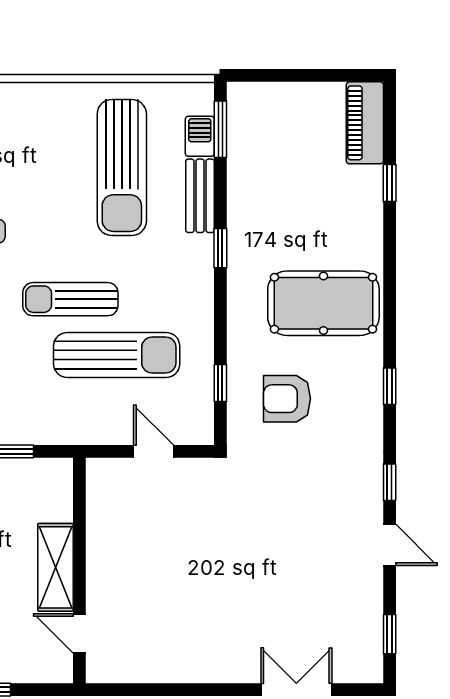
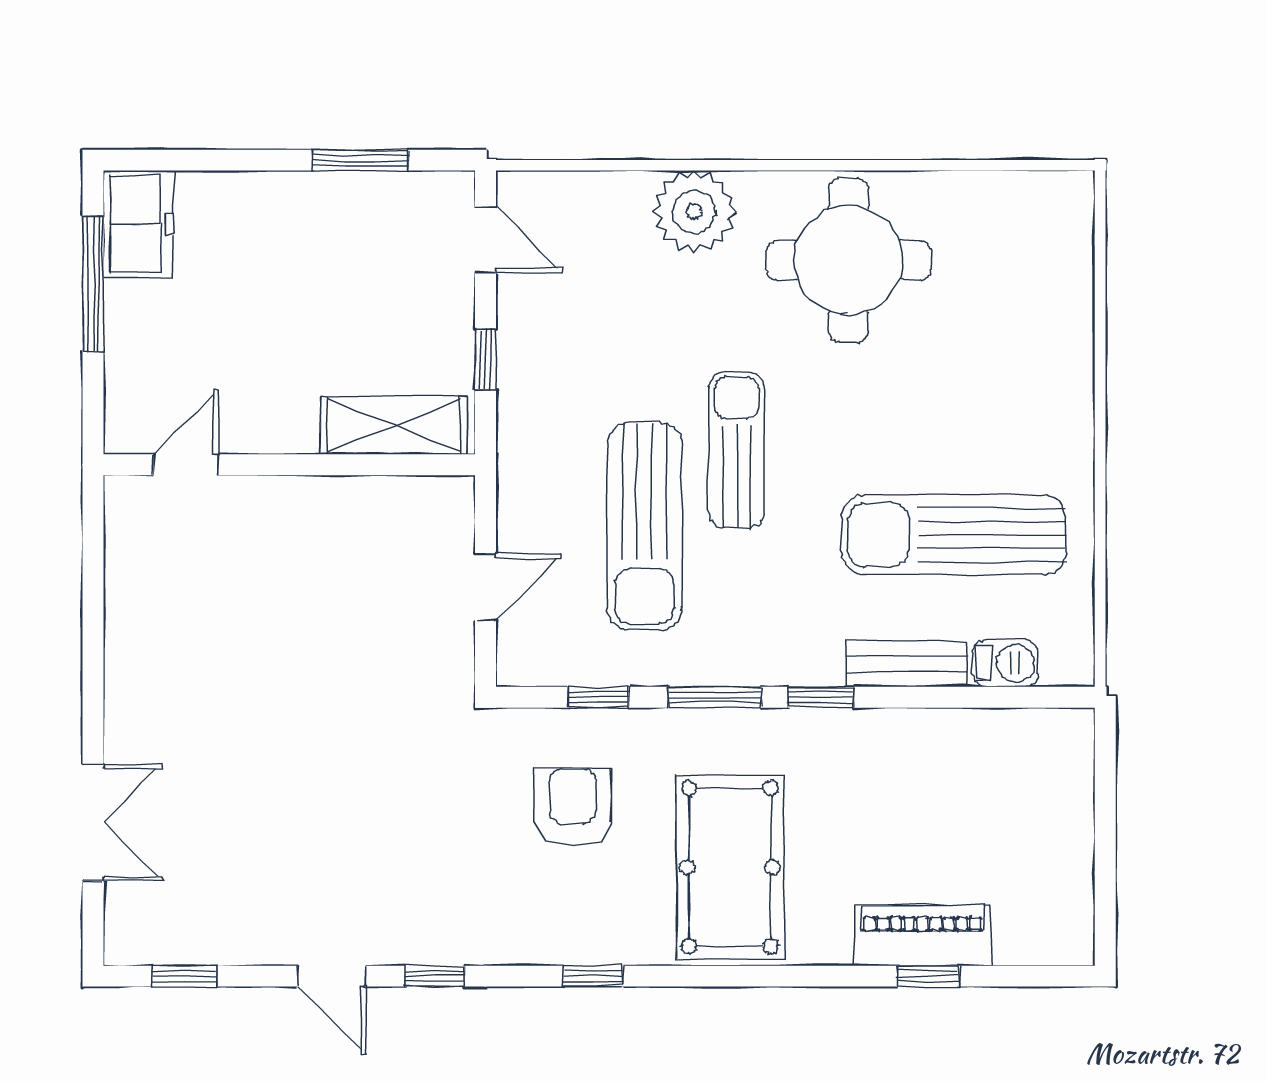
piano: (365, 123) -> (922, 935), moved
window: (220, 129) -> (715, 697), moved
door: (390, 545) -> (332, 976), hinge flipped
shelving: (56, 567) -> (394, 425), moved

